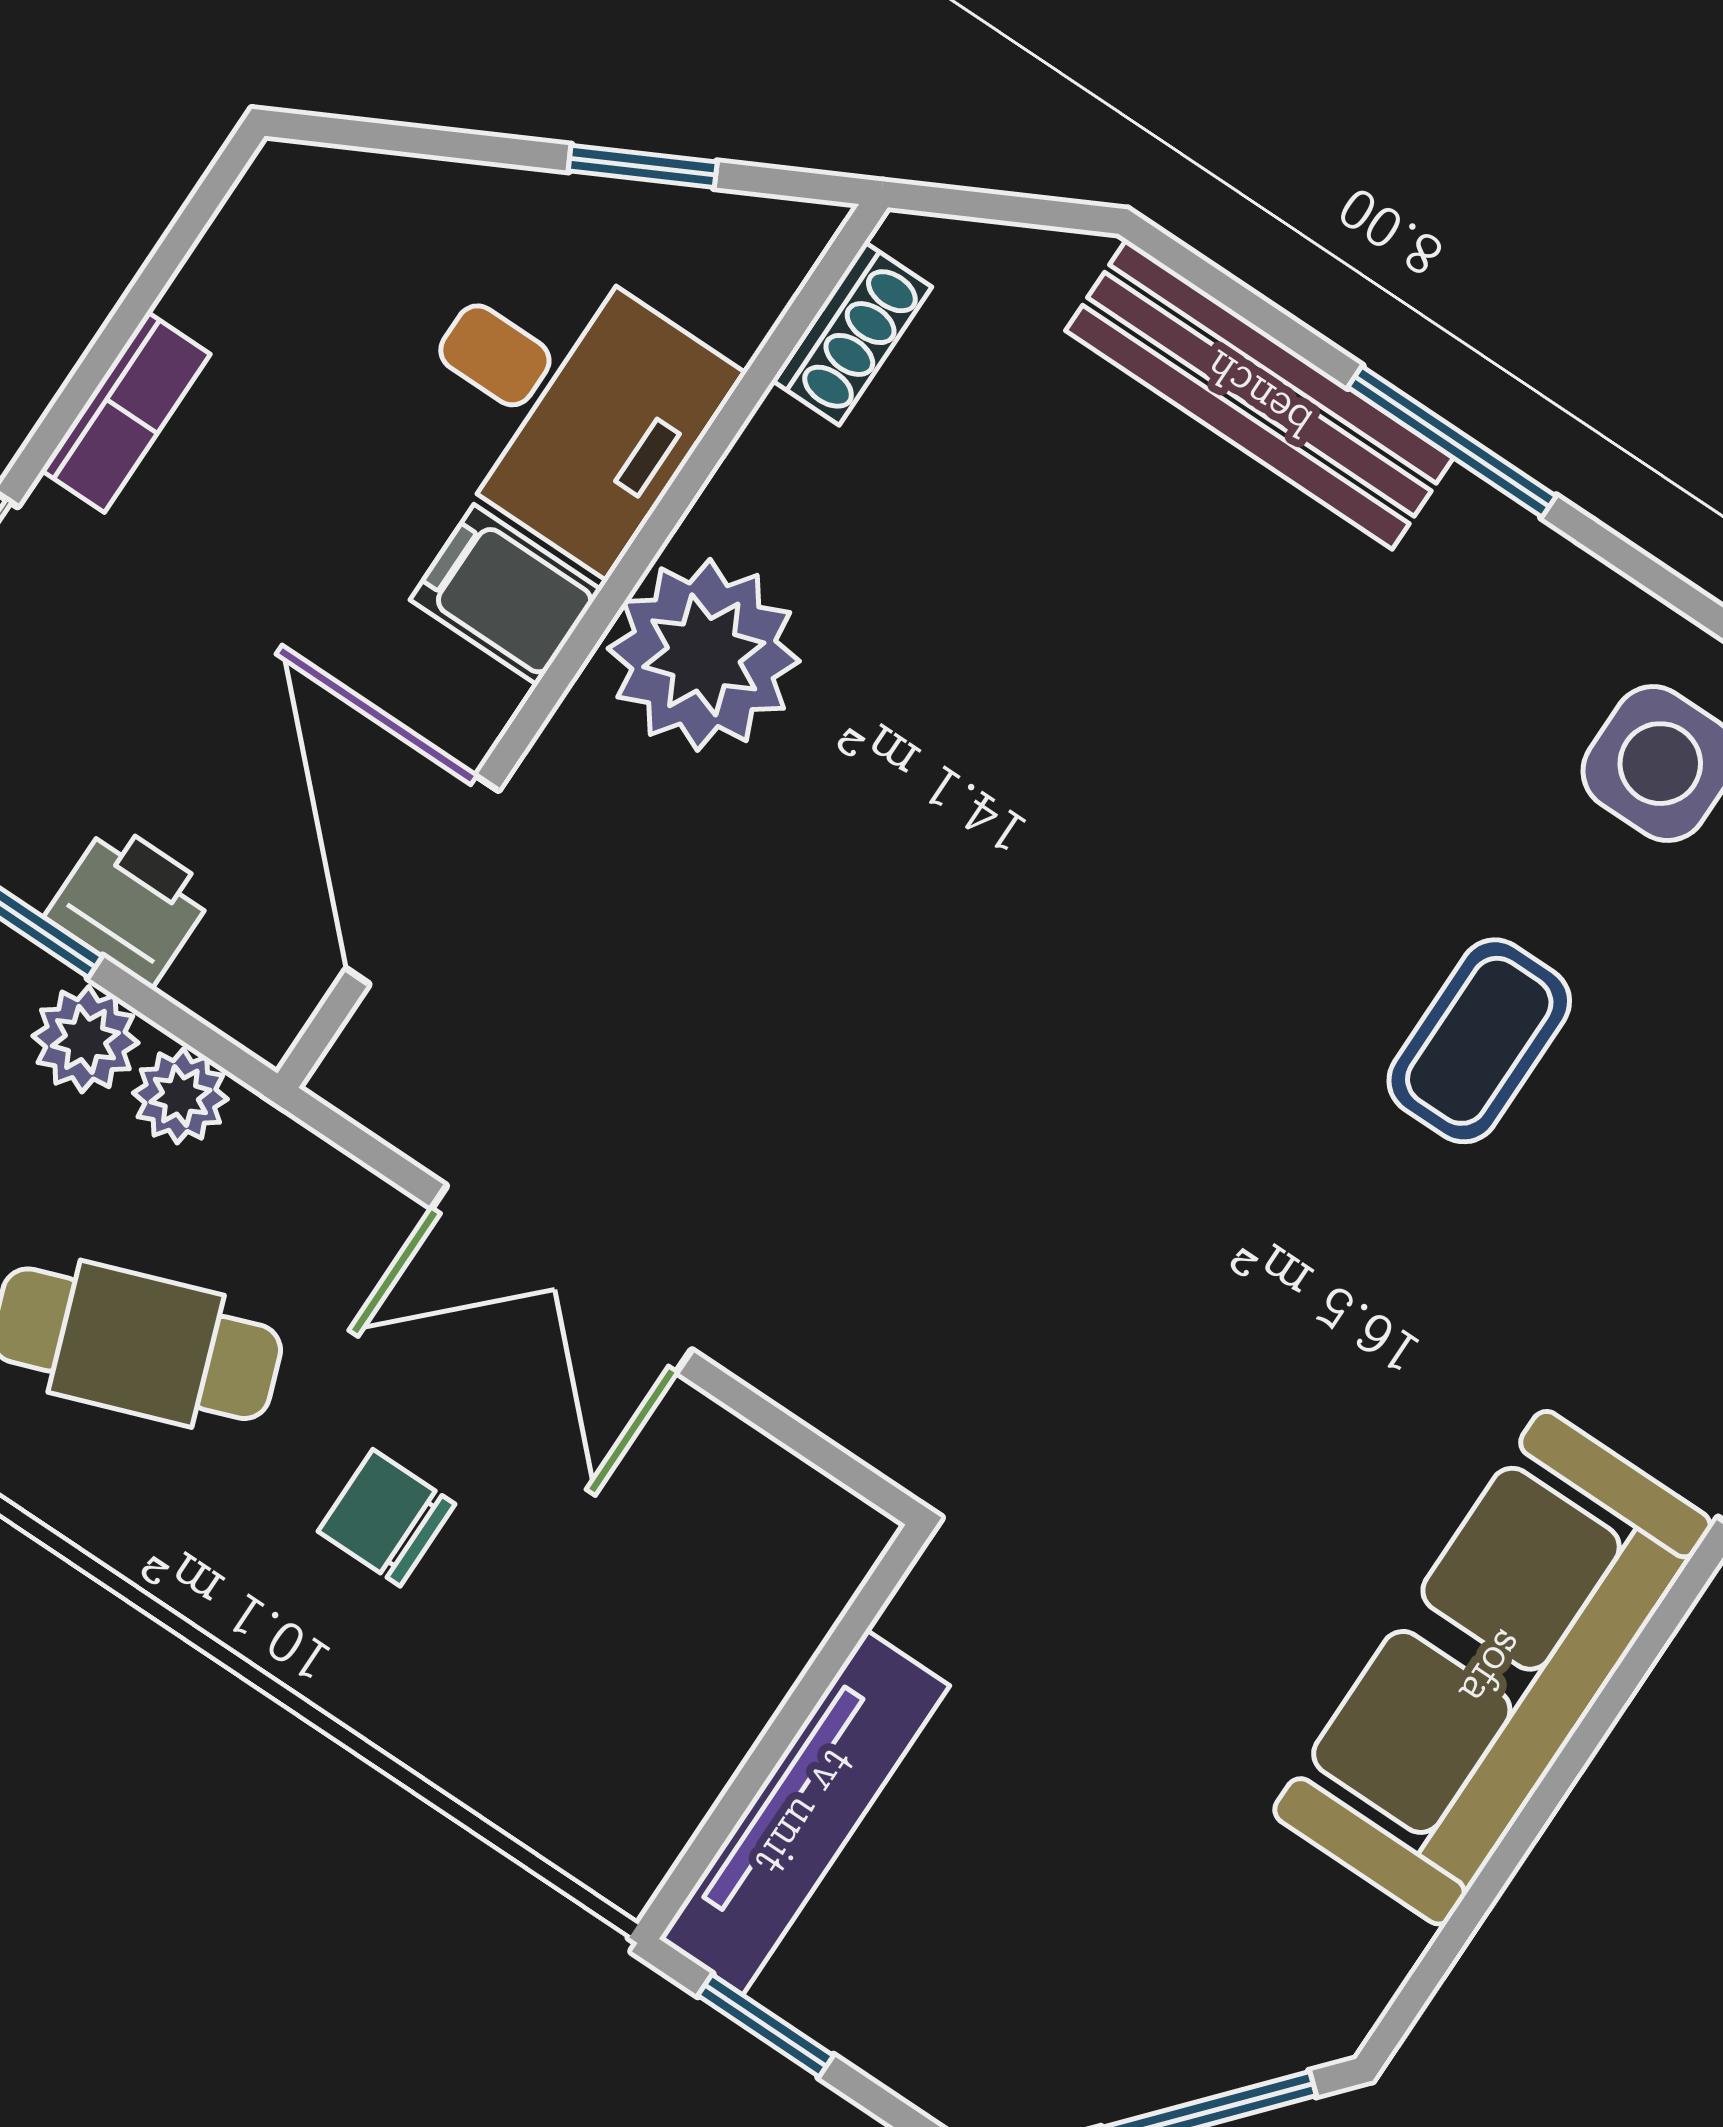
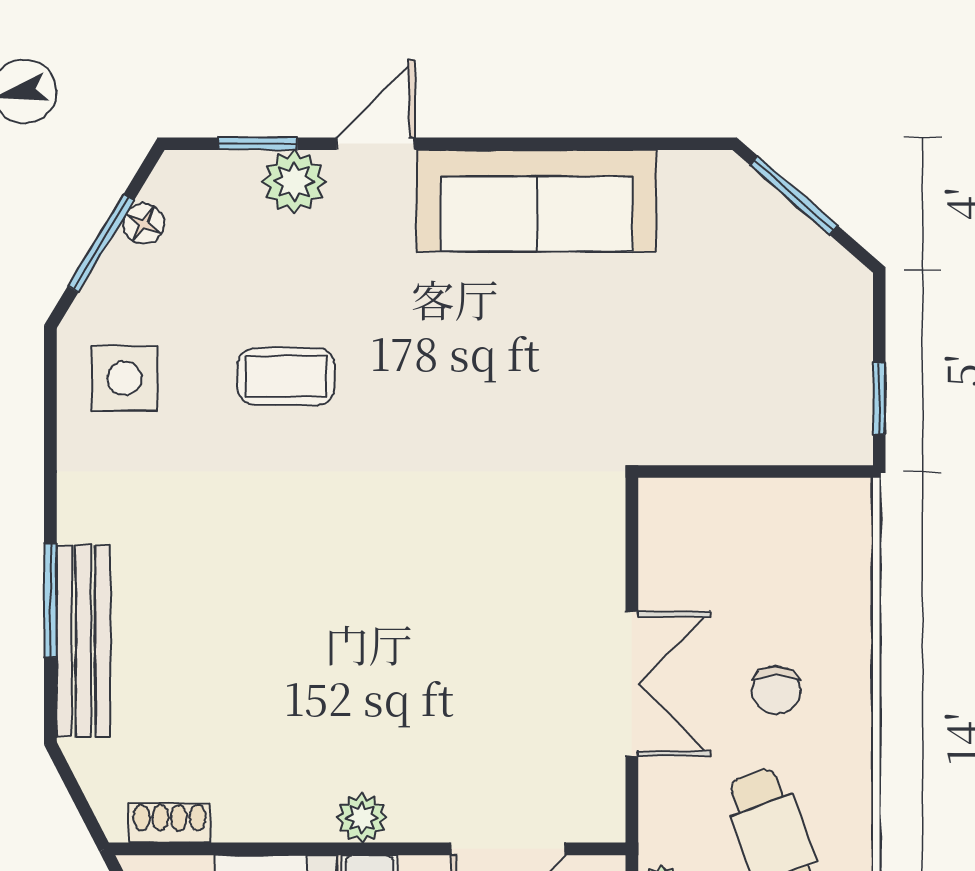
window: (1452, 442) -> (50, 600), moved
plant: (704, 655) -> (362, 818), width x0.53, depth x0.53
tv unit: (804, 1812) -> (782, 441), removed

